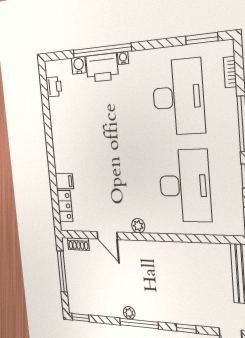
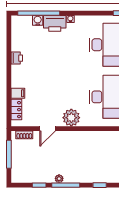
window: (102, 51) -> (39, 13), moved
printer: (54, 87) -> (17, 58), moved
plant: (138, 226) -> (71, 118), width x1.87, depth x1.87
door: (107, 236) -> (48, 129), hinge flipped
window: (80, 317) -> (39, 185), moved

